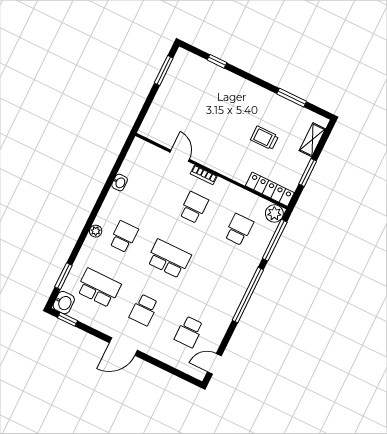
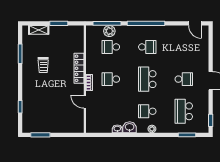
trolley: (264, 138) -> (43, 65), moved
door: (180, 156) -> (85, 102), hinge flipped
locker: (270, 189) -> (79, 68), moved
plant: (274, 213) -> (109, 31), moved
washbasin: (64, 303) -> (130, 127), moved
school desk: (189, 332) -> (147, 47), moved

